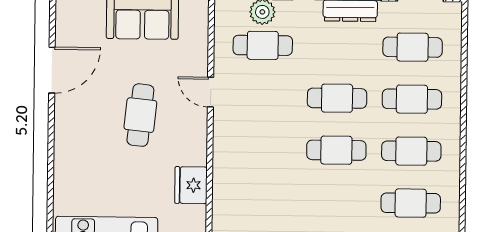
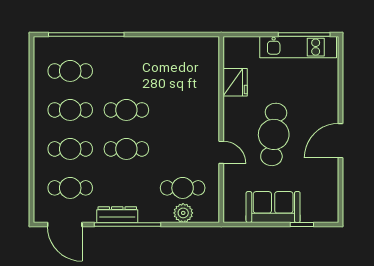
door: (52, 70) -> (341, 141), moved
cafe table: (140, 115) -> (274, 134), width x1.37, depth x1.35

